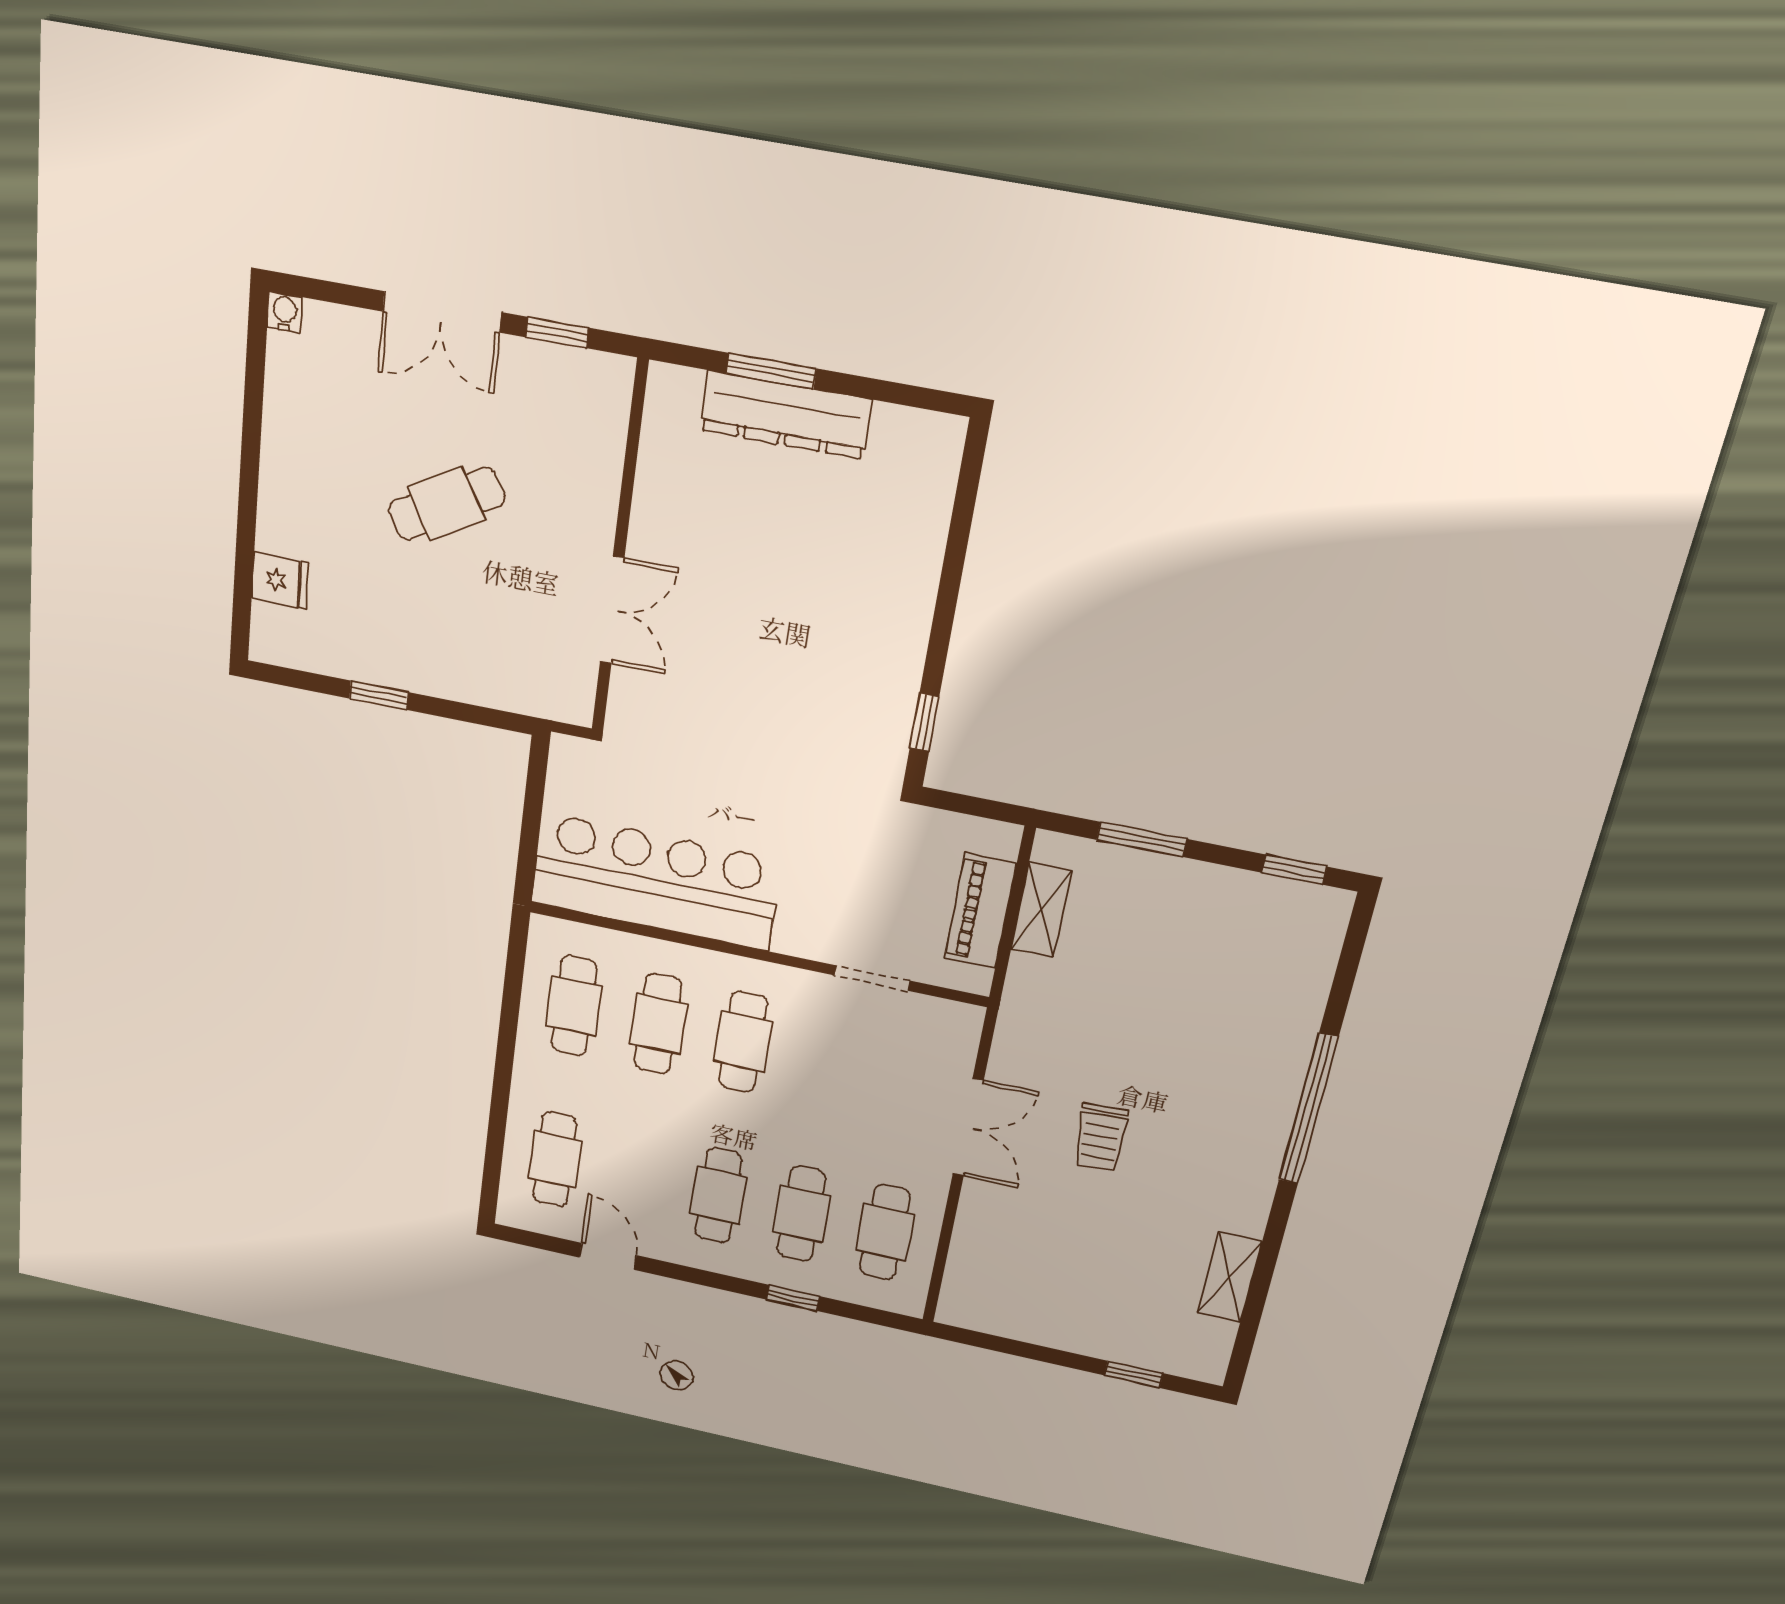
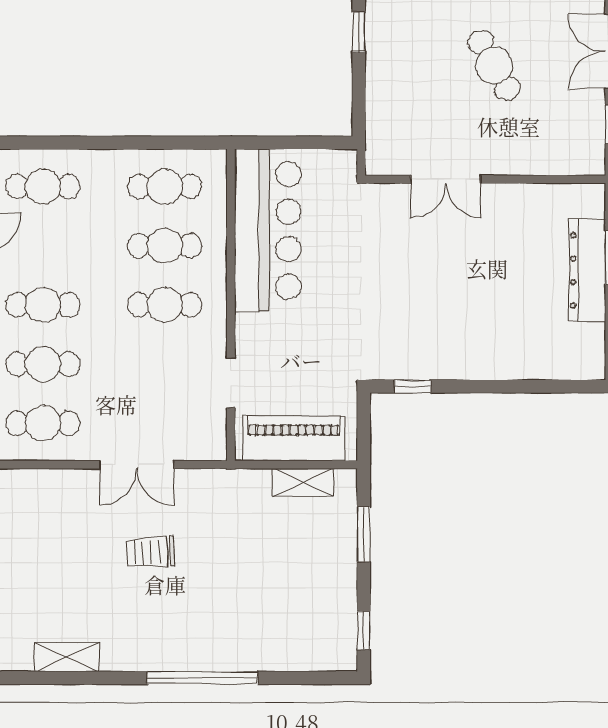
piano: (980, 911) -> (294, 439), width x1.37, depth x1.33

